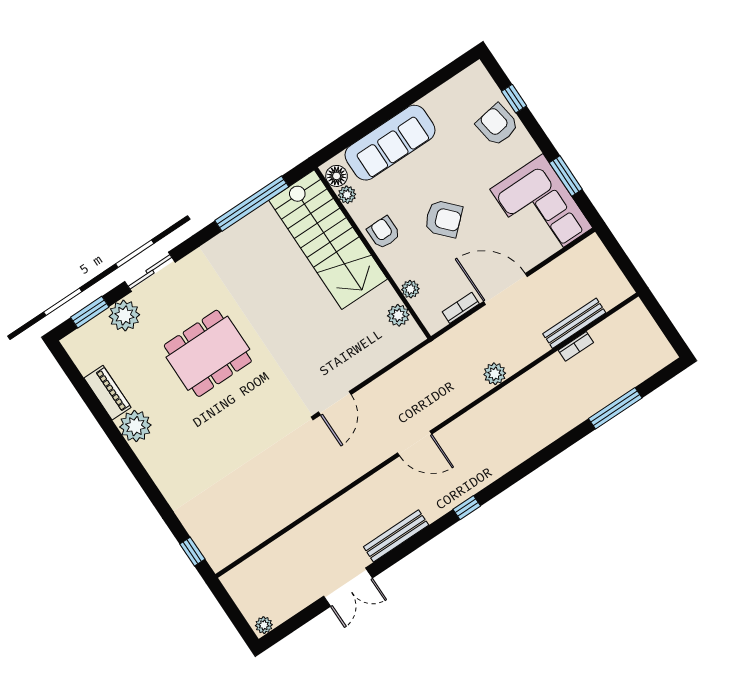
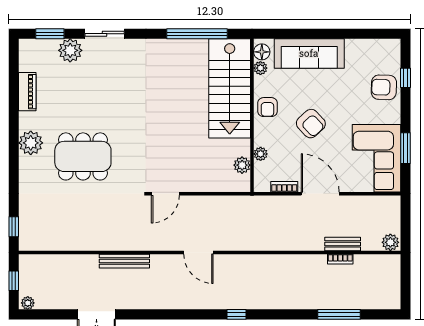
armchair: (497, 125) -> (384, 87), turned -79
armchair: (384, 233) -> (267, 107), turned 180
bench: (574, 323) -> (343, 244), width x0.73
dining table: (208, 353) -> (83, 156), moved
plant: (495, 374) -> (390, 242), moved
plant: (135, 426) -> (31, 143), moved
window: (467, 508) -> (237, 314), moved
bench: (396, 536) -> (124, 261), moved
window: (232, 611) -> (14, 281), added

